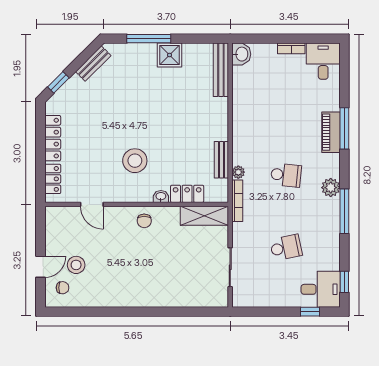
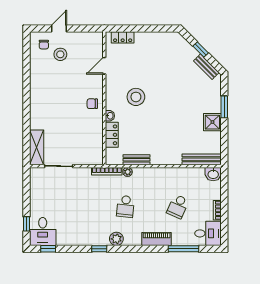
window: (149, 39) -> (224, 107), width x0.69
window: (58, 82) -> (201, 49), moved
window: (344, 128) -> (183, 249), moved
locker: (53, 138) -> (152, 37), removed
window: (344, 211) -> (99, 249), width x0.46
shelving: (204, 216) -> (37, 147), moved
school desk: (286, 248) -> (178, 206), moved, turned 36
door: (40, 267) -> (59, 29), swing flipped

